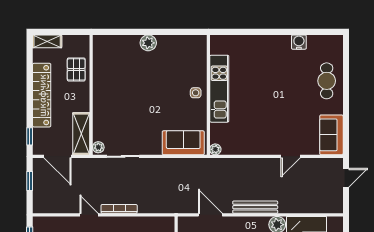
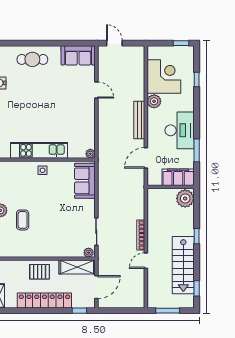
pallet: (76, 69) -> (40, 272), moved
coffee table: (137, 69) -> (23, 220), added
window: (30, 181) -> (117, 311), removed

